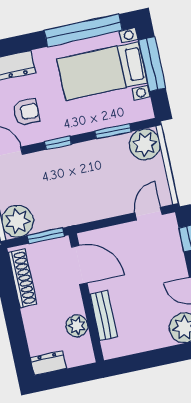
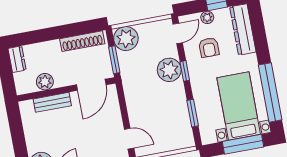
plant: (145, 144) -> (169, 70), moved

